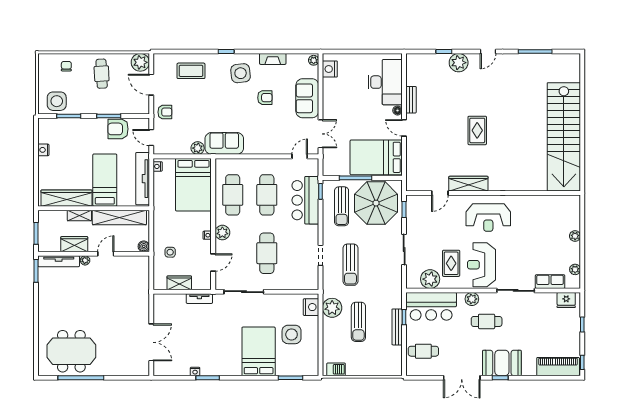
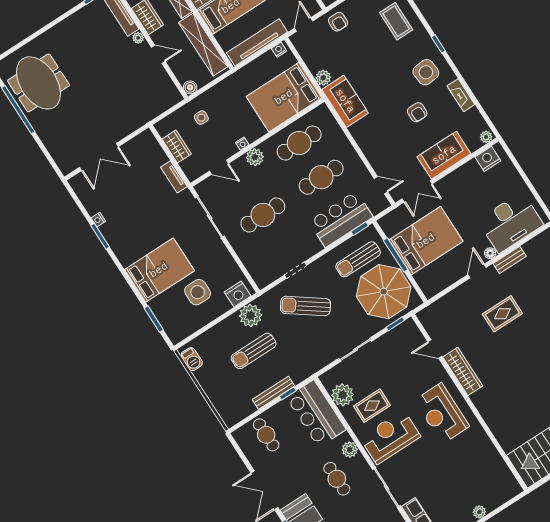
rug: (477, 130) -> (502, 314), moved
bed: (376, 157) -> (426, 241), moved, turned 90
sun lounger: (350, 265) -> (306, 306), turned 36

